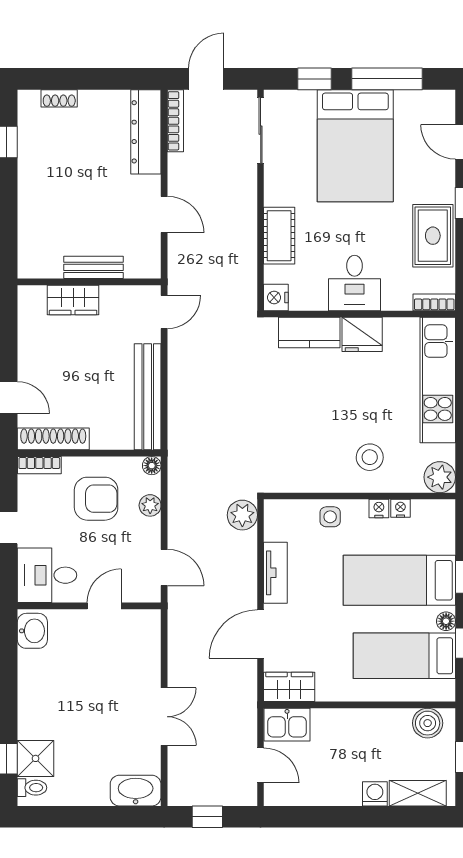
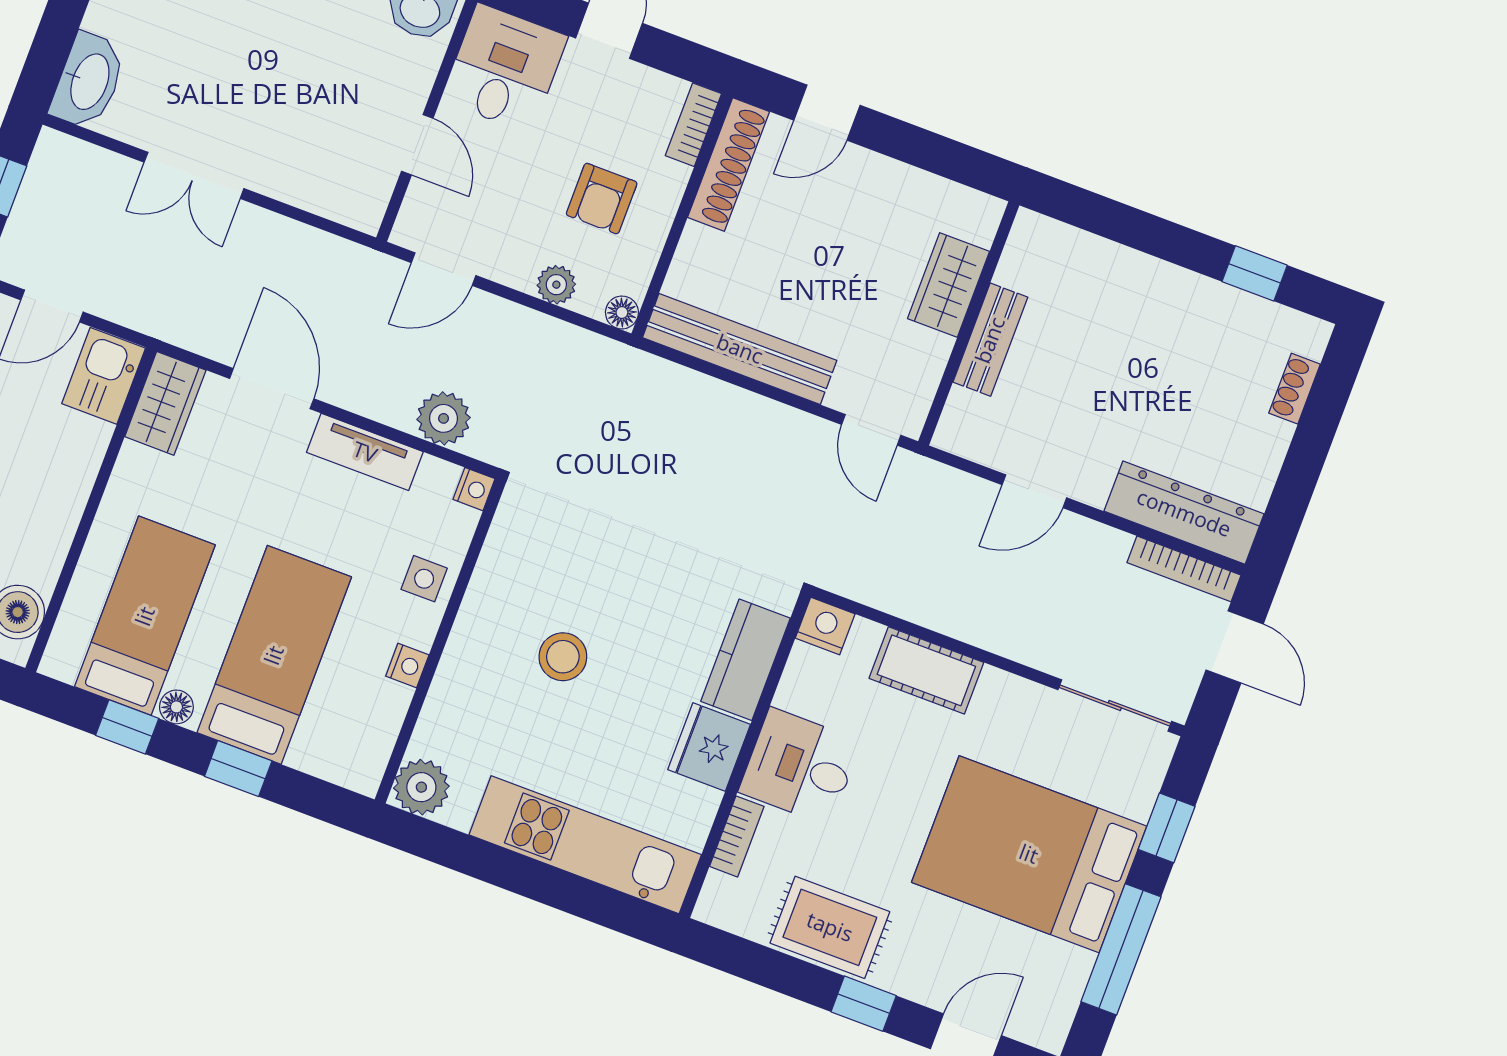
bookcase: (434, 302) -> (737, 836), moved
stool: (370, 457) -> (563, 657), moved
armchair: (96, 499) -> (602, 199), width x0.72, depth x0.72
nightstand: (400, 508) -> (474, 489), moved
plant: (242, 515) -> (444, 418), moved

